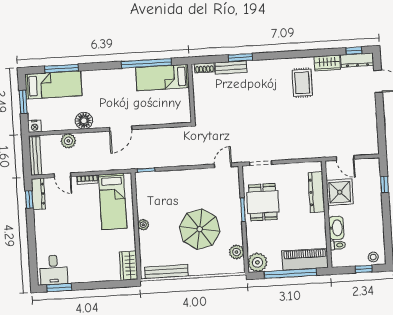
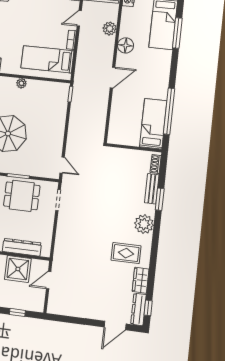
plant: (269, 69) -> (144, 224), added
door: (121, 129) -> (113, 78), swing flipped

